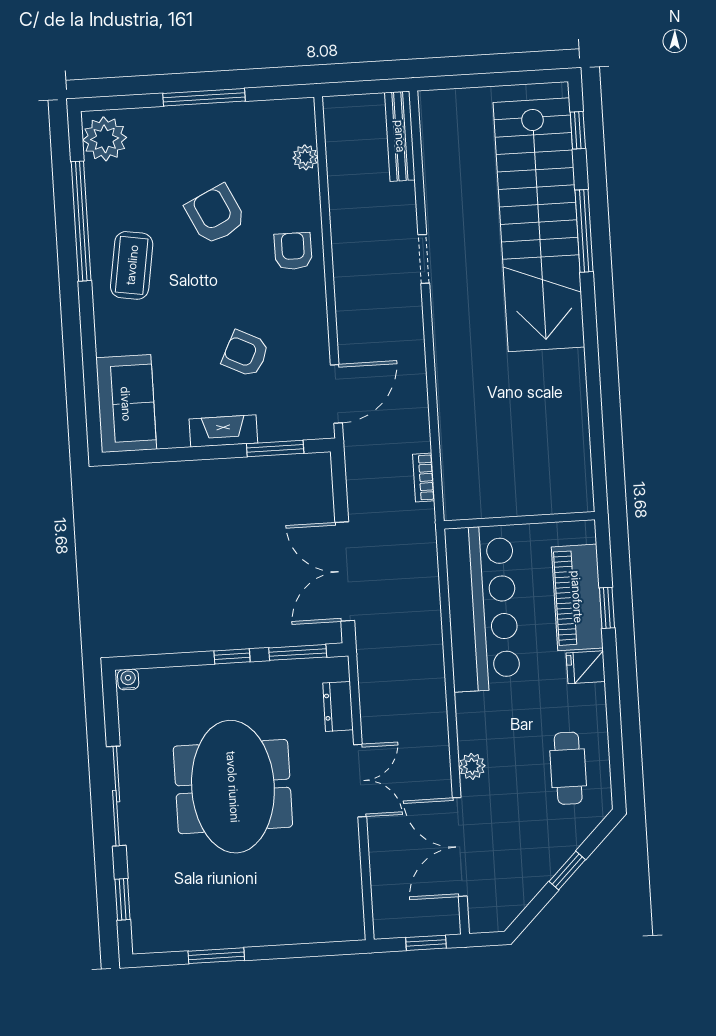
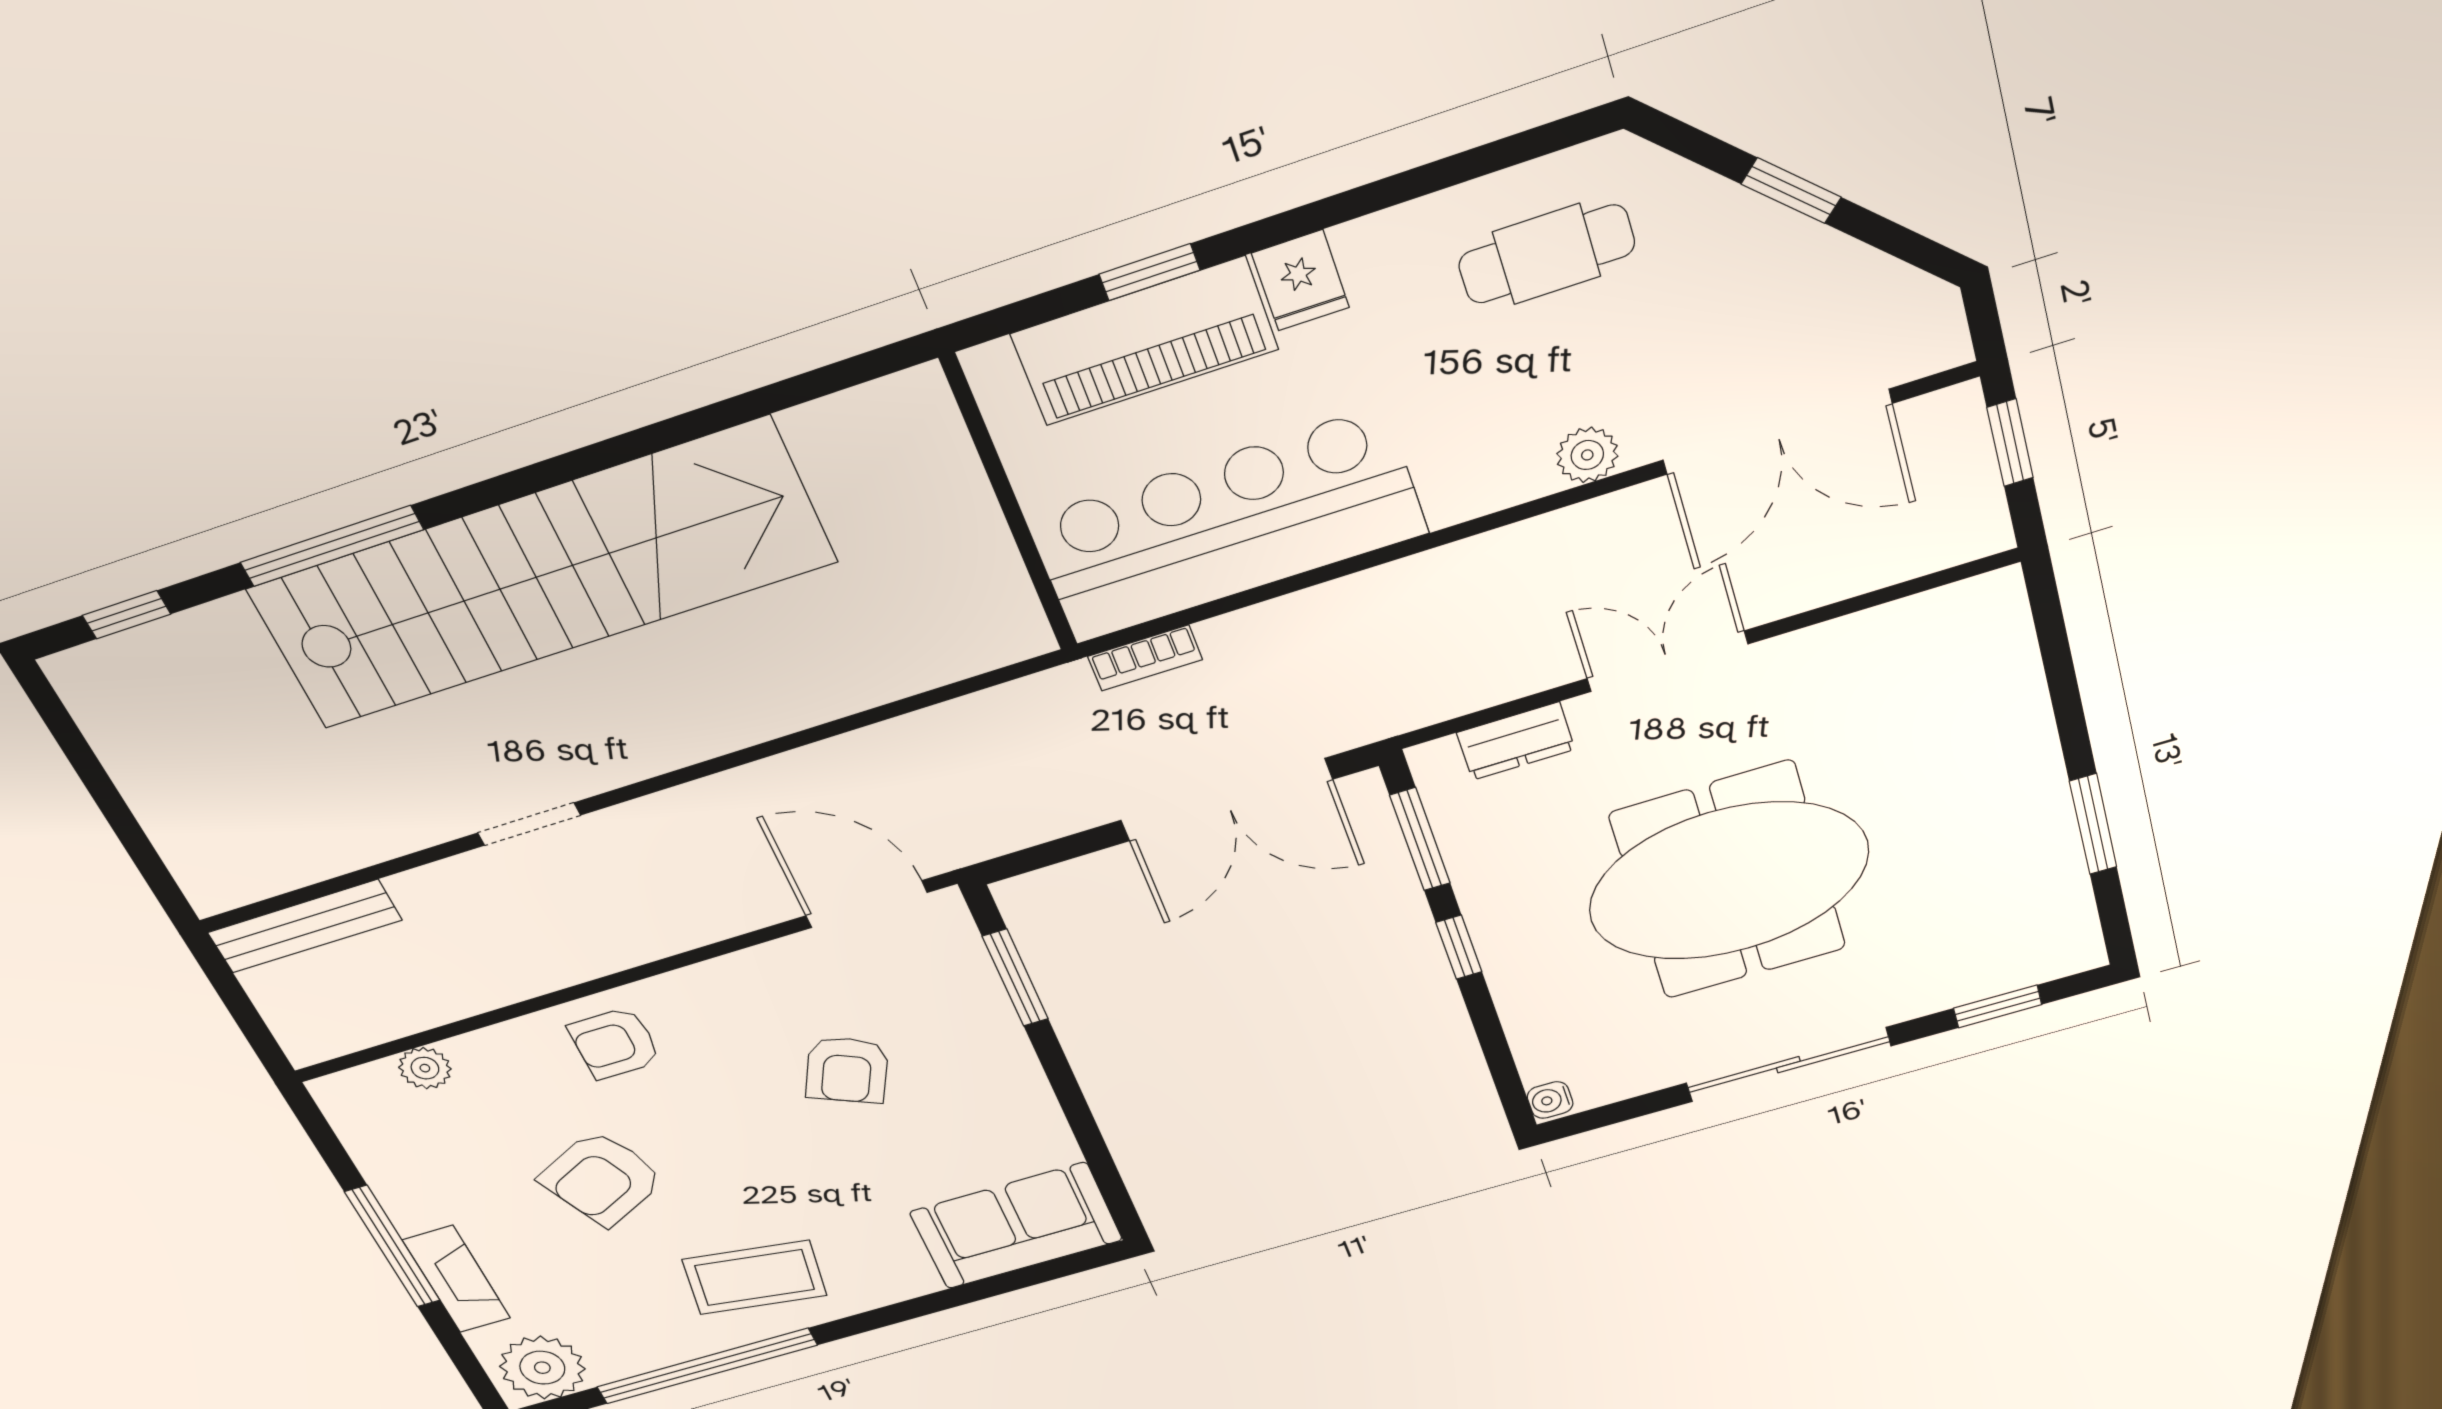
stairs: (539, 225) -> (541, 576), moved
fireplace: (223, 431) -> (457, 1279), moved, turned 180
bookcase: (424, 478) -> (1145, 658), moved

